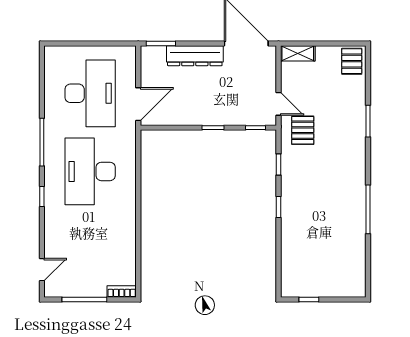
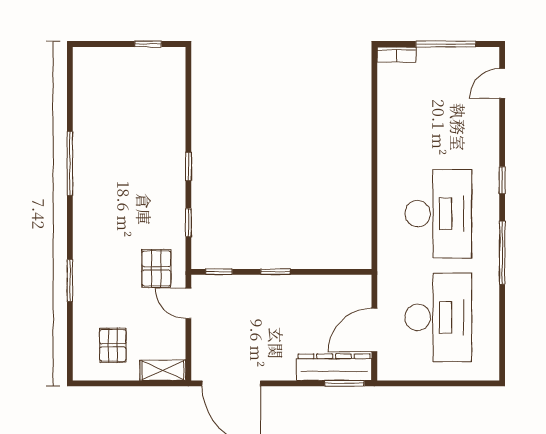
dresser: (195, 56) -> (334, 367), moved
pallet: (352, 61) -> (113, 345), moved
desk: (90, 93) -> (438, 317), turned 180
door: (138, 104) -> (374, 330), moved

